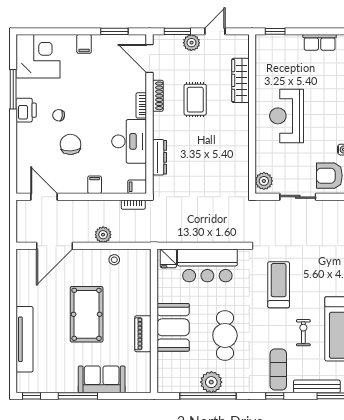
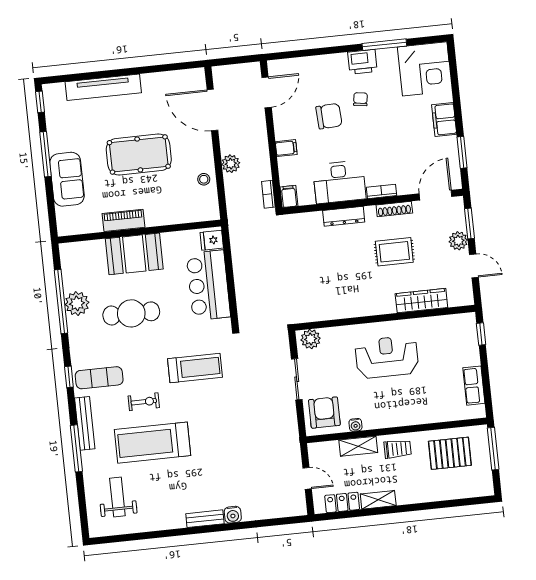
filing cabinet: (84, 44) -> (444, 120), width x2.00
dresser: (159, 157) -> (344, 216), moved

